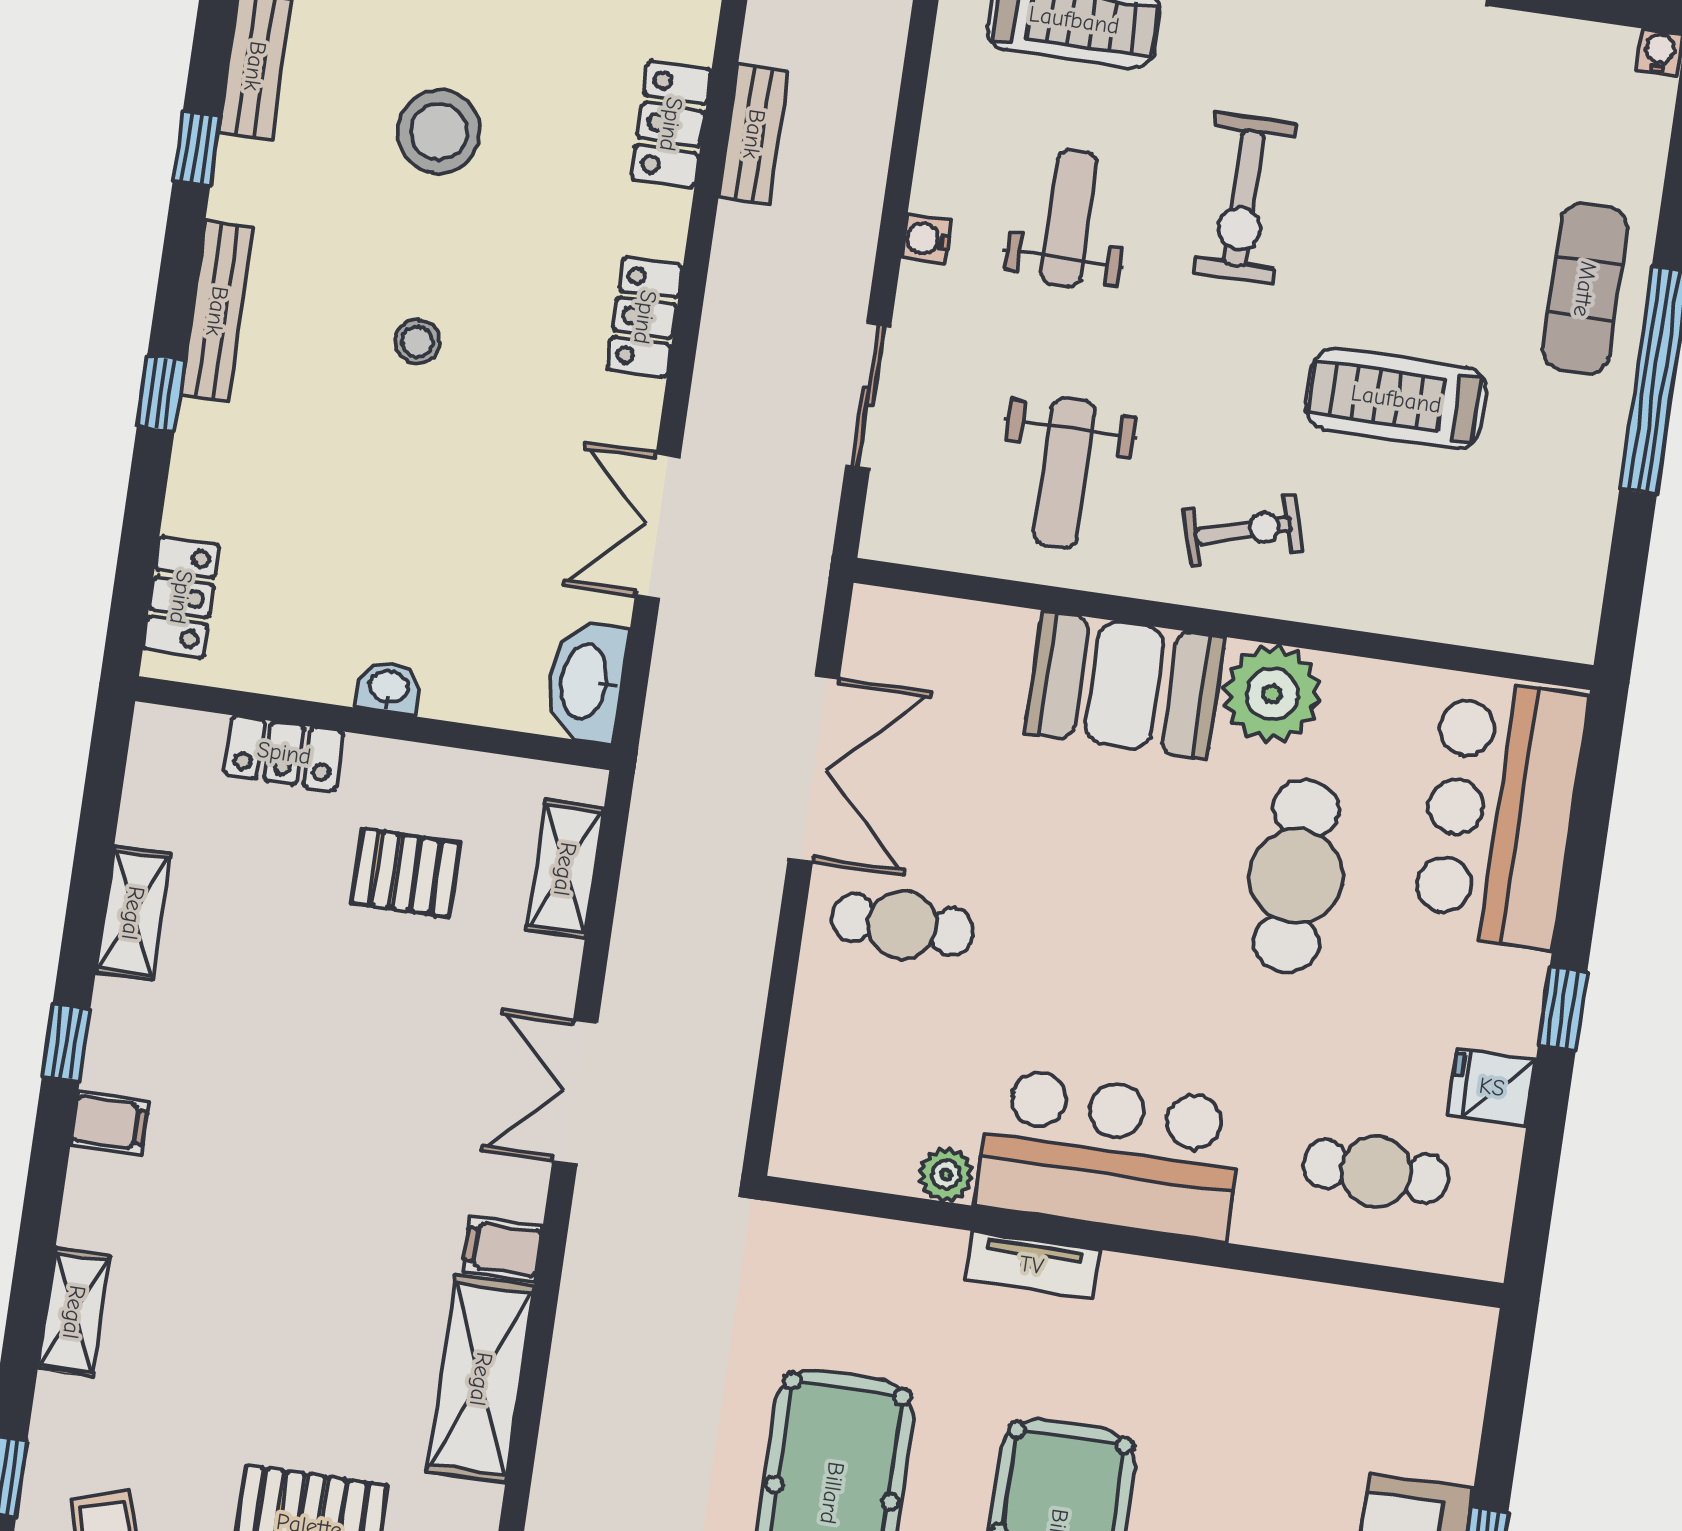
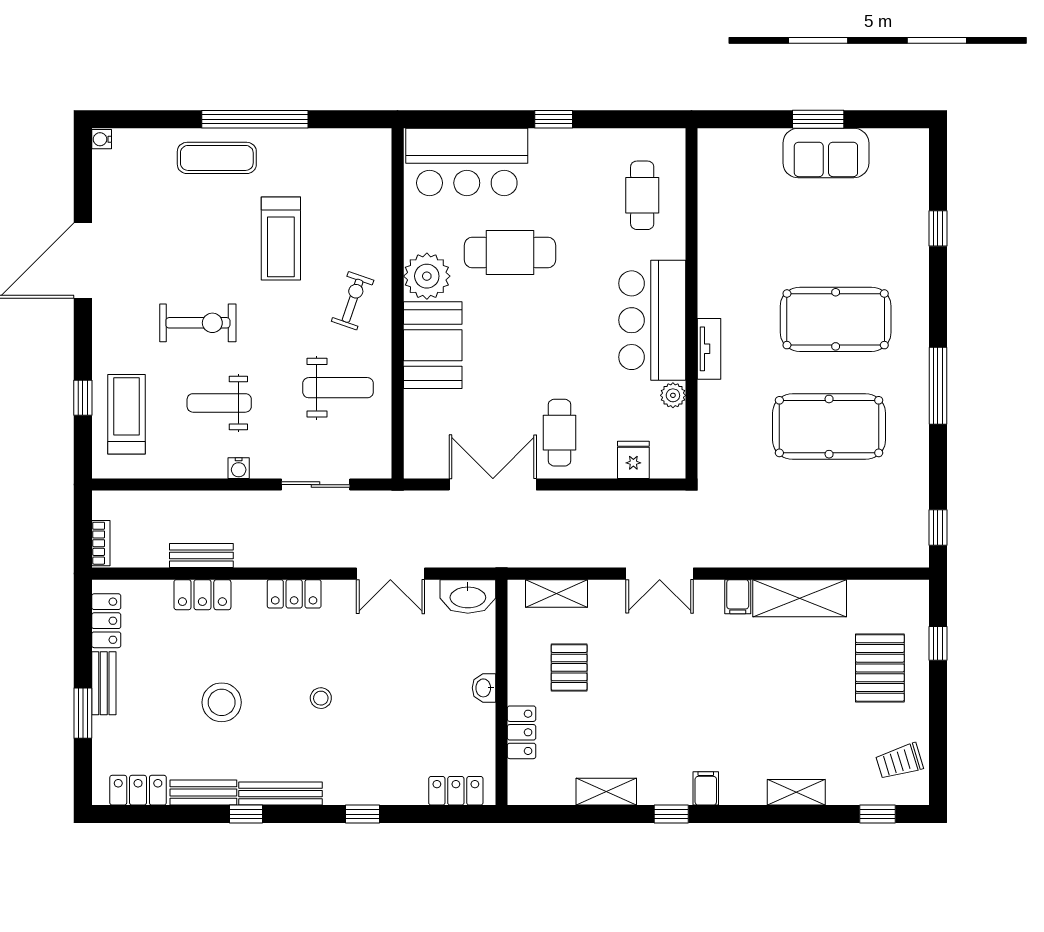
bench: (217, 311) -> (281, 794), moved
exercise bike: (1243, 530) -> (353, 301), turned 35
fridge: (1492, 1087) -> (633, 460), moved, turned 180

